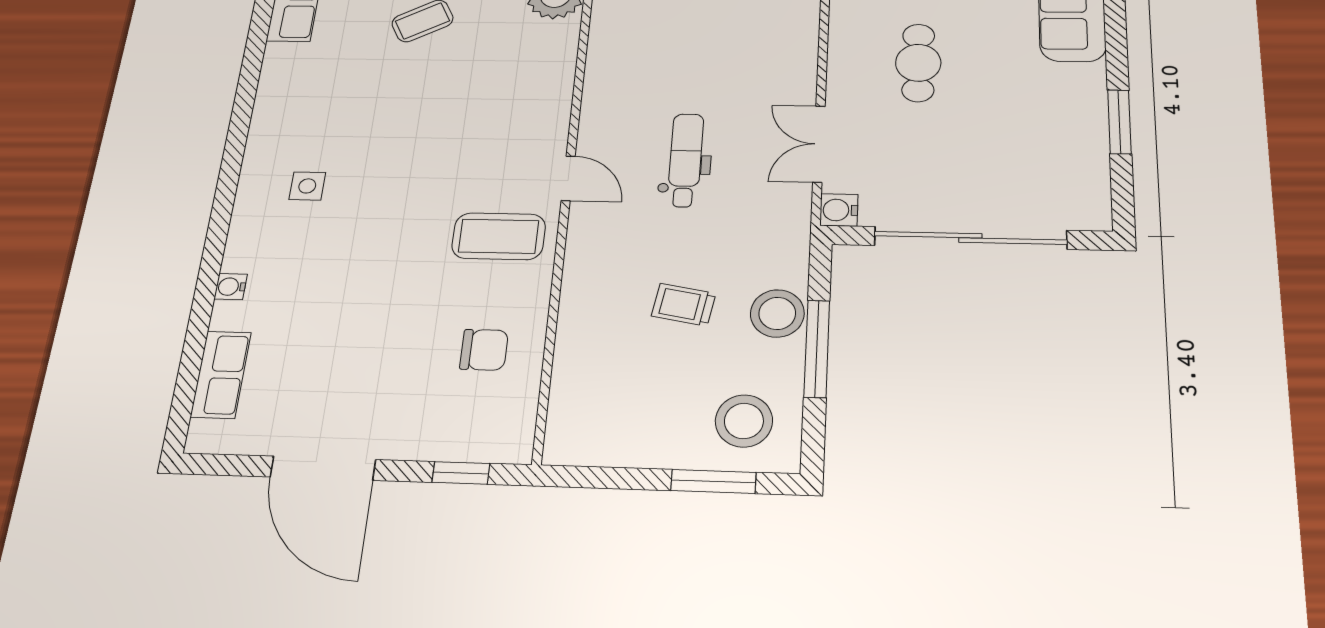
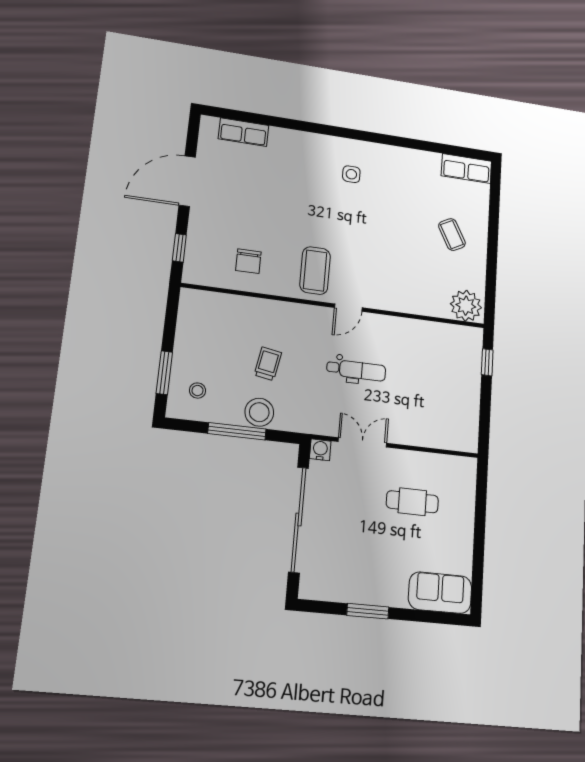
water cooler: (231, 287) -> (294, 136), removed
stool: (744, 421) -> (198, 391), width x0.53, depth x0.53

